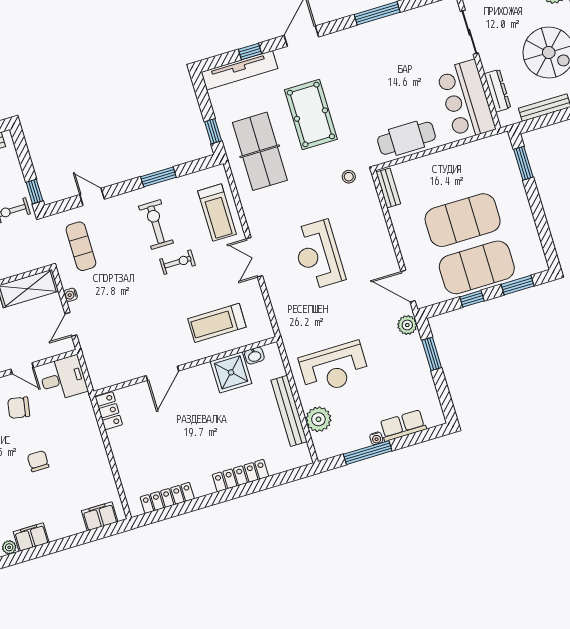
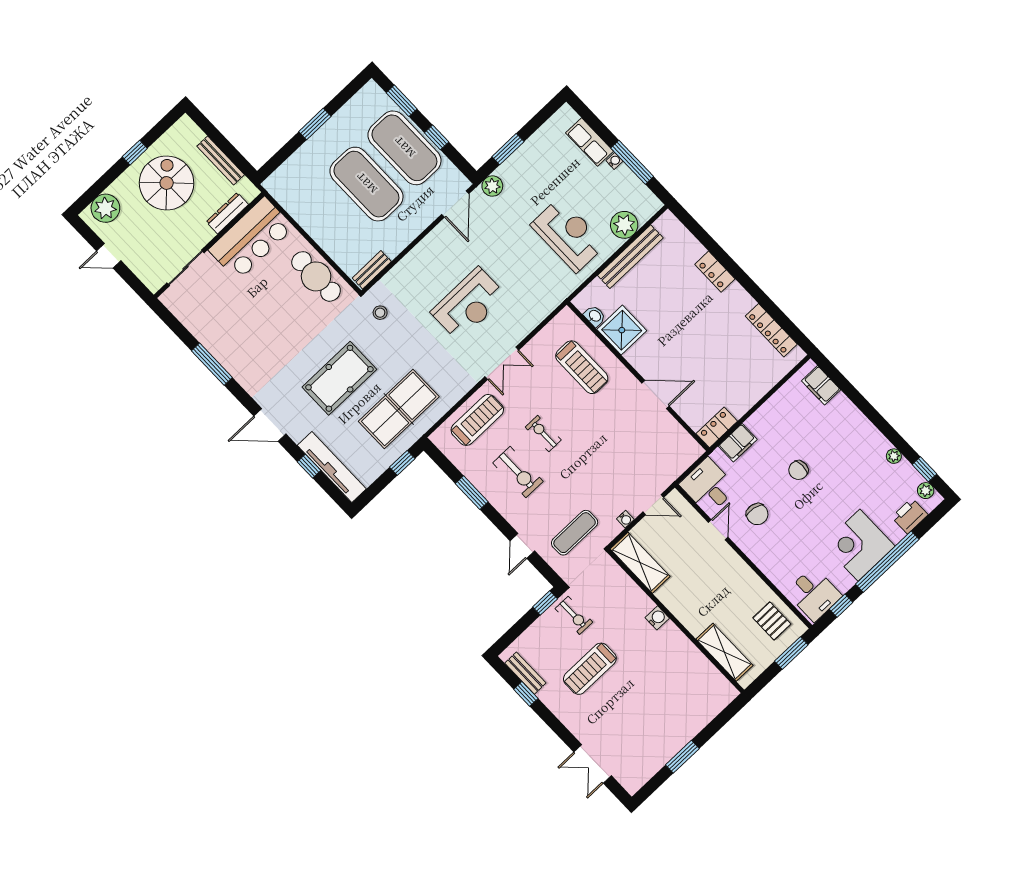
window: (523, 163) -> (315, 124), moved
exercise bike: (156, 225) -> (518, 472), turned -90
locker: (240, 476) -> (715, 272), width x0.66
filing cabinet: (31, 537) -> (738, 443), moved, turned -90

